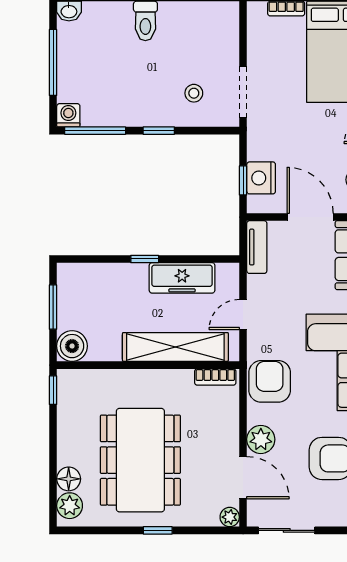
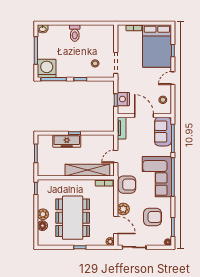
washing machine: (68, 115) -> (47, 68), width x1.89, depth x1.89
freezer: (182, 278) -> (67, 141), moved
boiler: (72, 346) -> (44, 170), removed
armchair: (270, 381) -> (127, 185), turned 90
plant: (70, 506) -> (43, 214), moved

